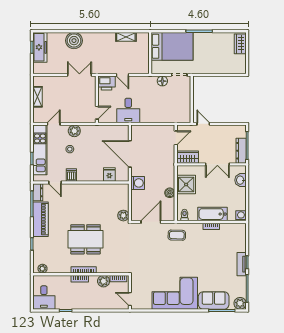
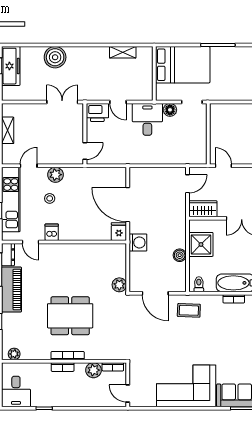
desk: (128, 110) -> (147, 119), moved, turned 180
fridge: (109, 175) -> (119, 232), moved
door: (151, 222) -> (155, 293), swing flipped

